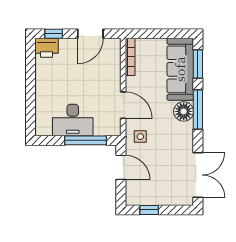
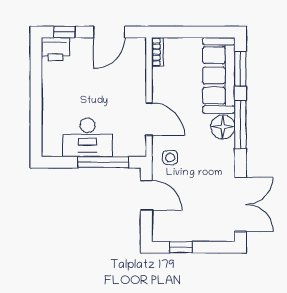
bookcase: (130, 57) -> (158, 52), width x0.64

